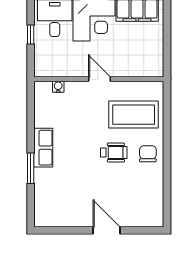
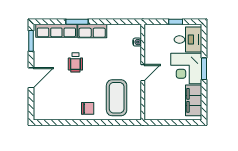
wheelchair: (114, 152) -> (75, 62), moved
row of seats: (43, 196) -> (56, 31), added
window: (57, 230) -> (31, 41), added

